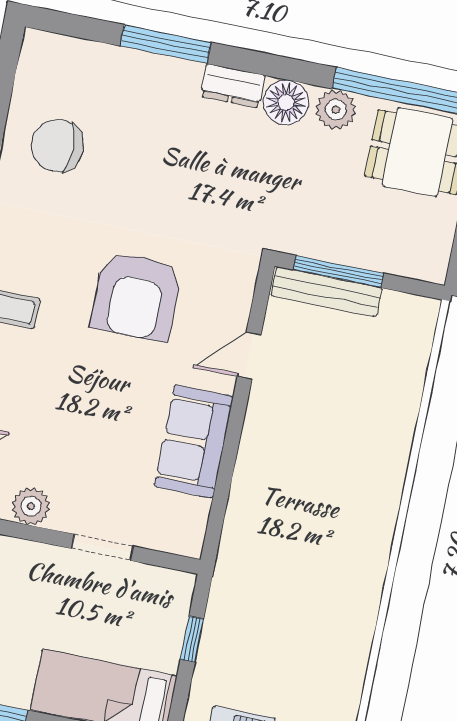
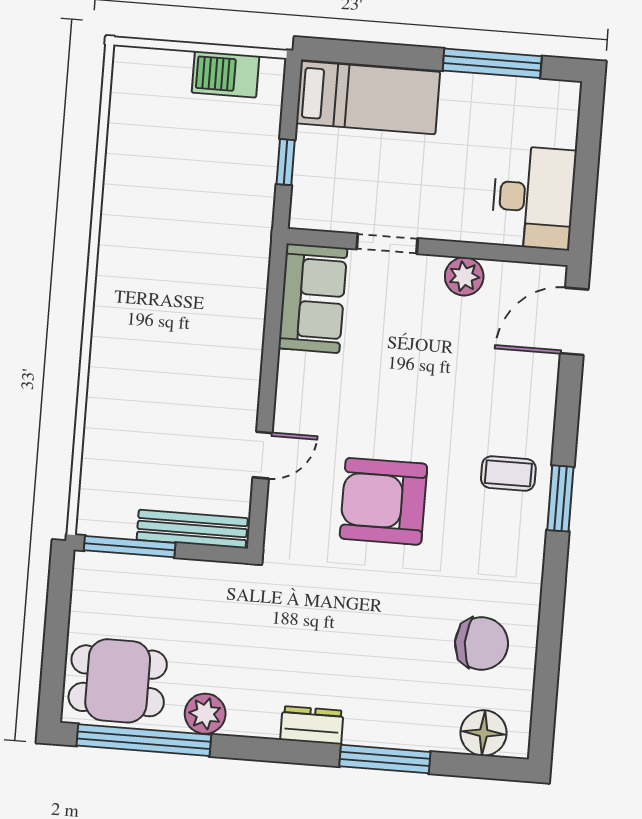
floor lamp: (286, 102) -> (483, 733), moved
window: (338, 272) -> (130, 547), moved
armchair: (136, 296) -> (383, 501), turned -90
sofa: (194, 442) -> (313, 298), moved

